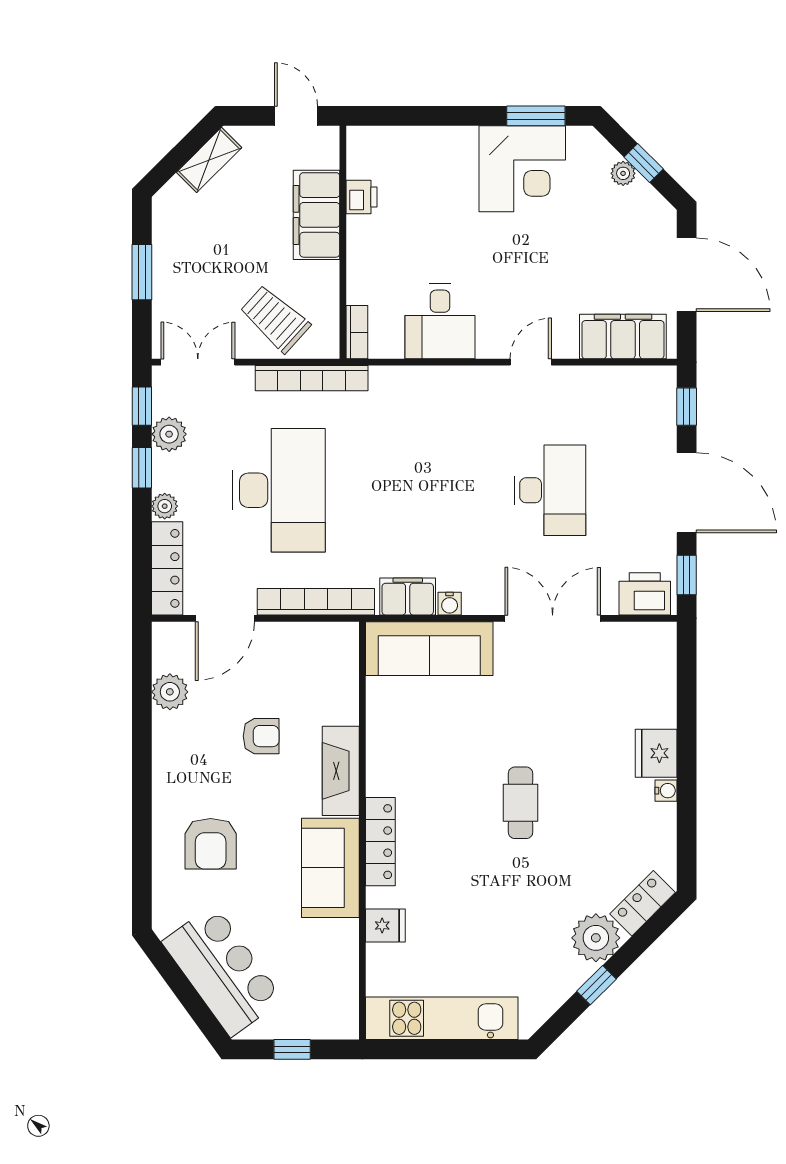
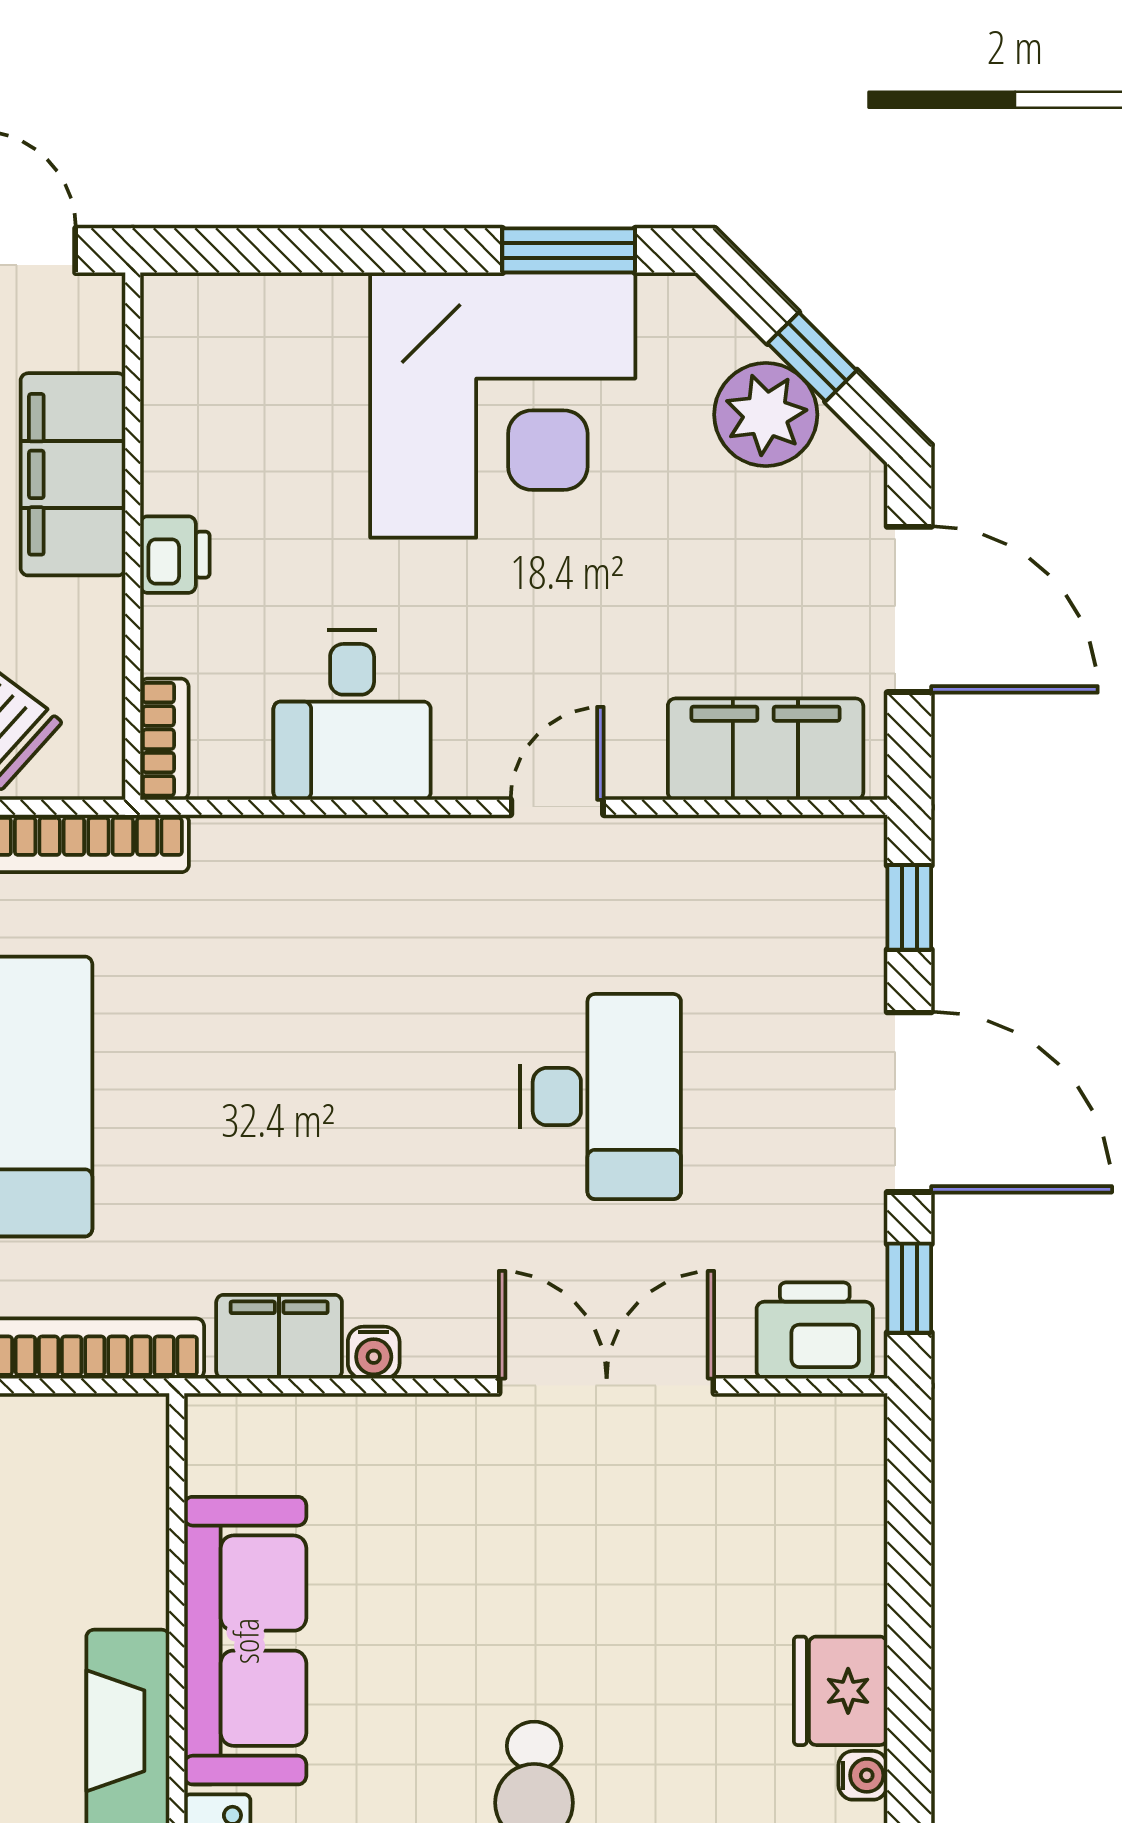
corner desk: (522, 169) -> (503, 405), width x1.36, depth x1.36
plant: (623, 173) -> (766, 415), width x1.87, depth x1.87
printer: (362, 197) -> (175, 555), moved
sofa: (429, 649) -> (245, 1641), moved, turned -90

